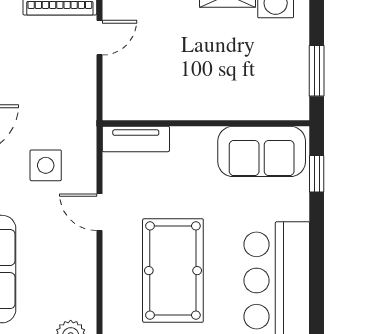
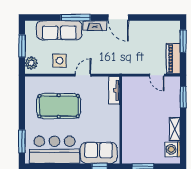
sofa: (262, 151) -> (99, 153), moved, turned 90
side table: (46, 165) -> (60, 61), moved

